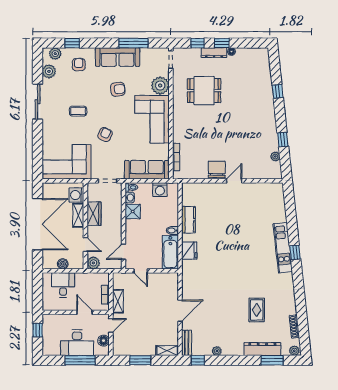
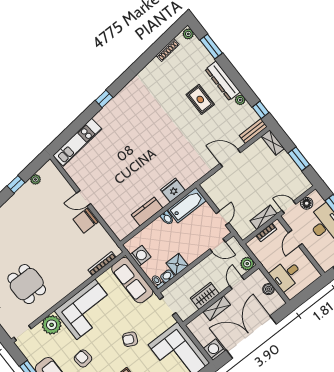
washing machine: (76, 195) -> (214, 350), moved, turned 180
kitchen unit: (283, 248) -> (77, 142), moved
rug: (257, 310) -> (200, 99), moved, turned 90
dresser: (262, 349) -> (223, 81), moved

